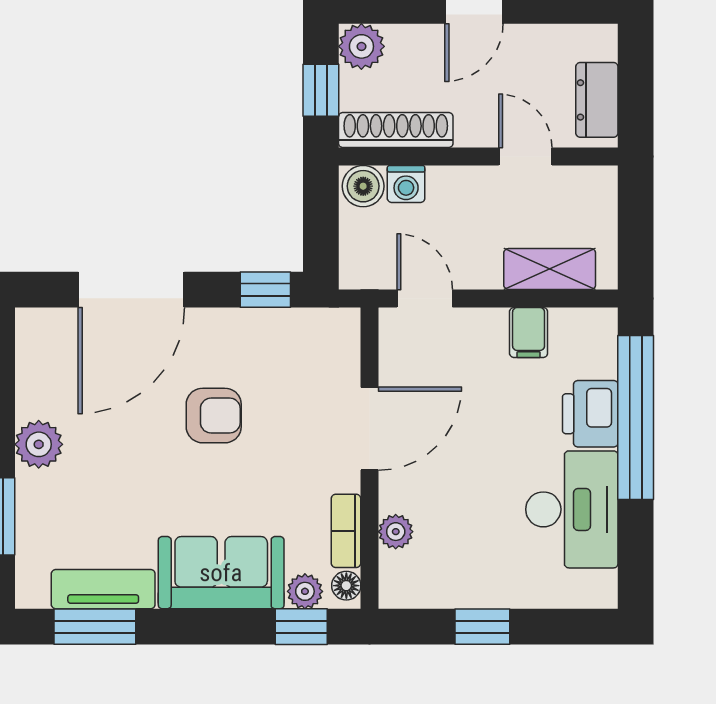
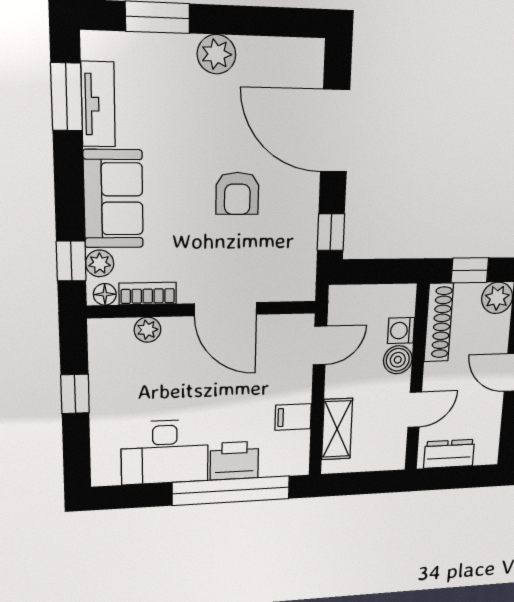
boiler: (363, 186) -> (398, 360), moved

